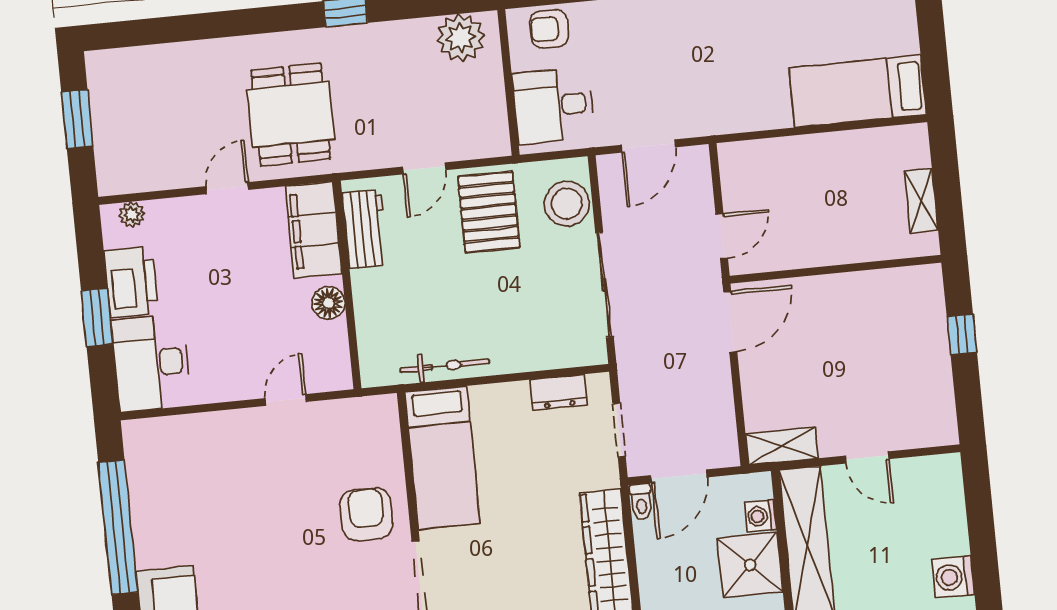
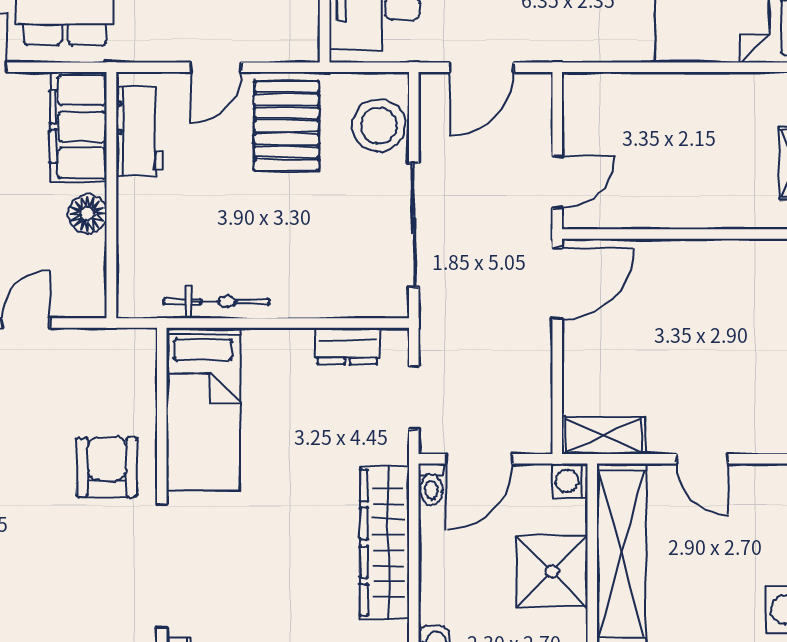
washing machine: (760, 516) -> (570, 481), moved

